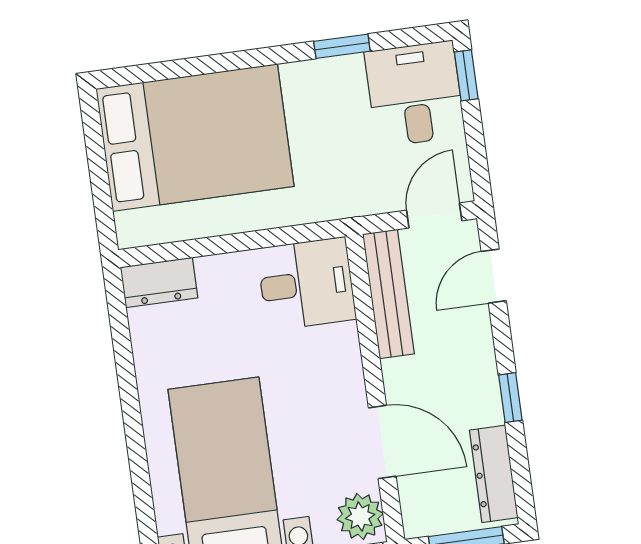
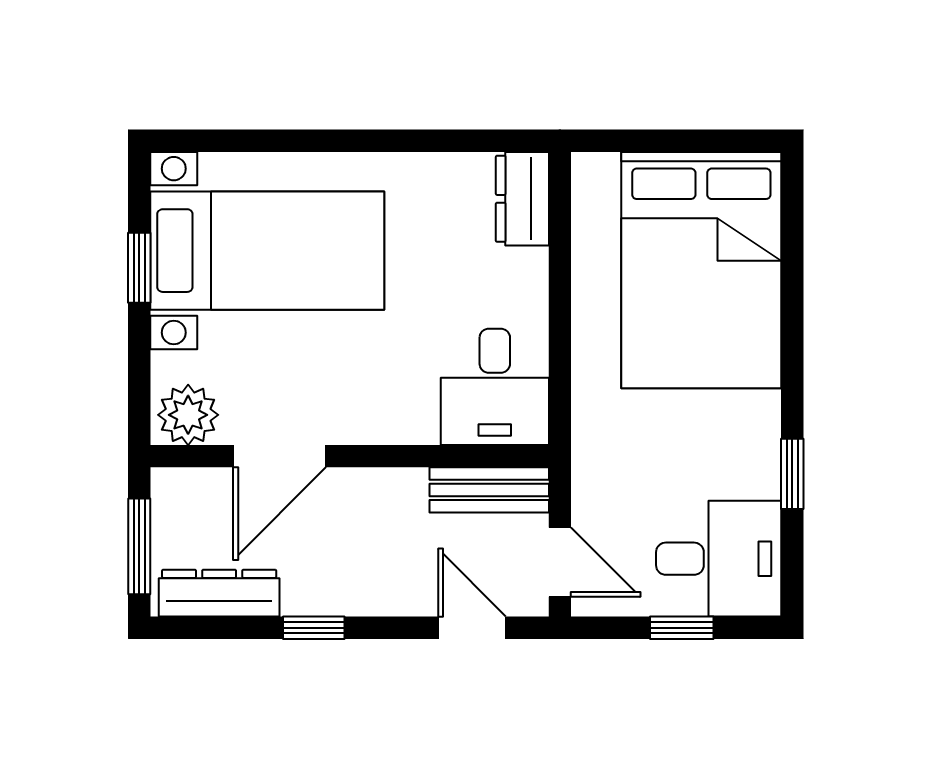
window: (466, 75) -> (682, 628), moved
bench: (388, 294) -> (489, 490), width x0.73

